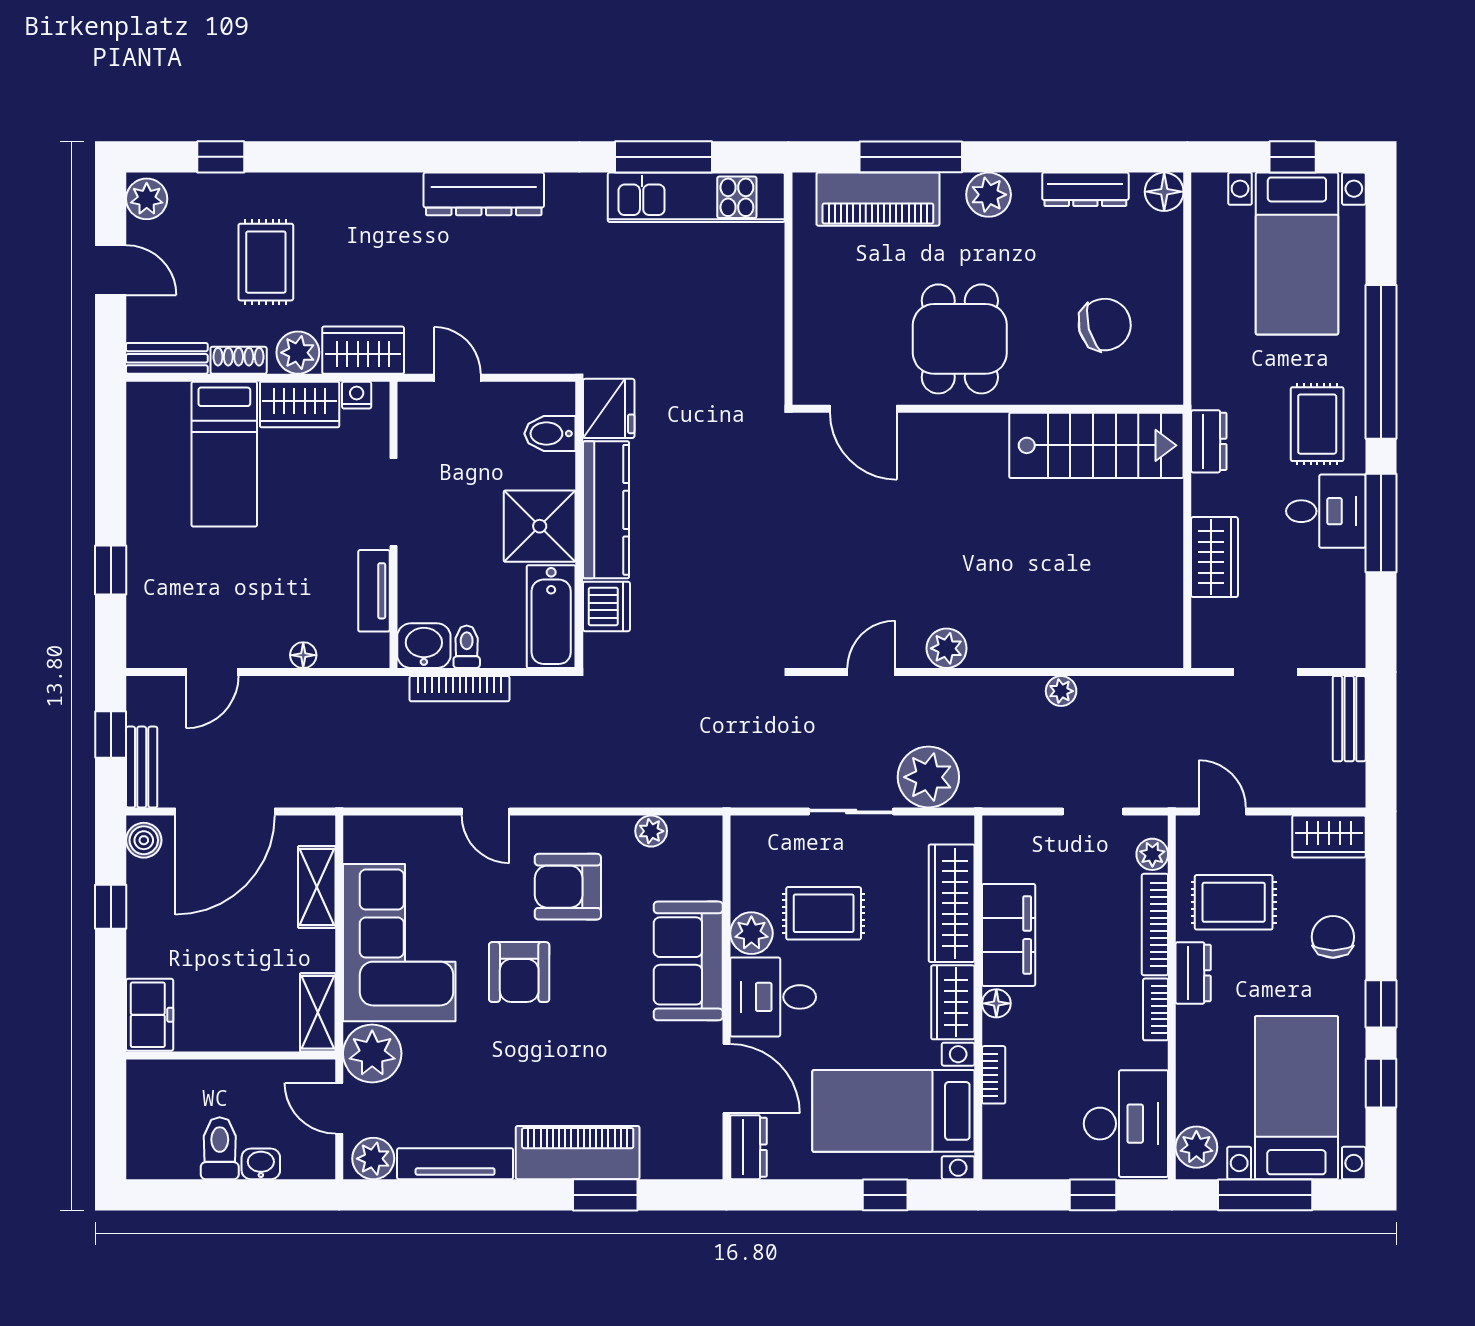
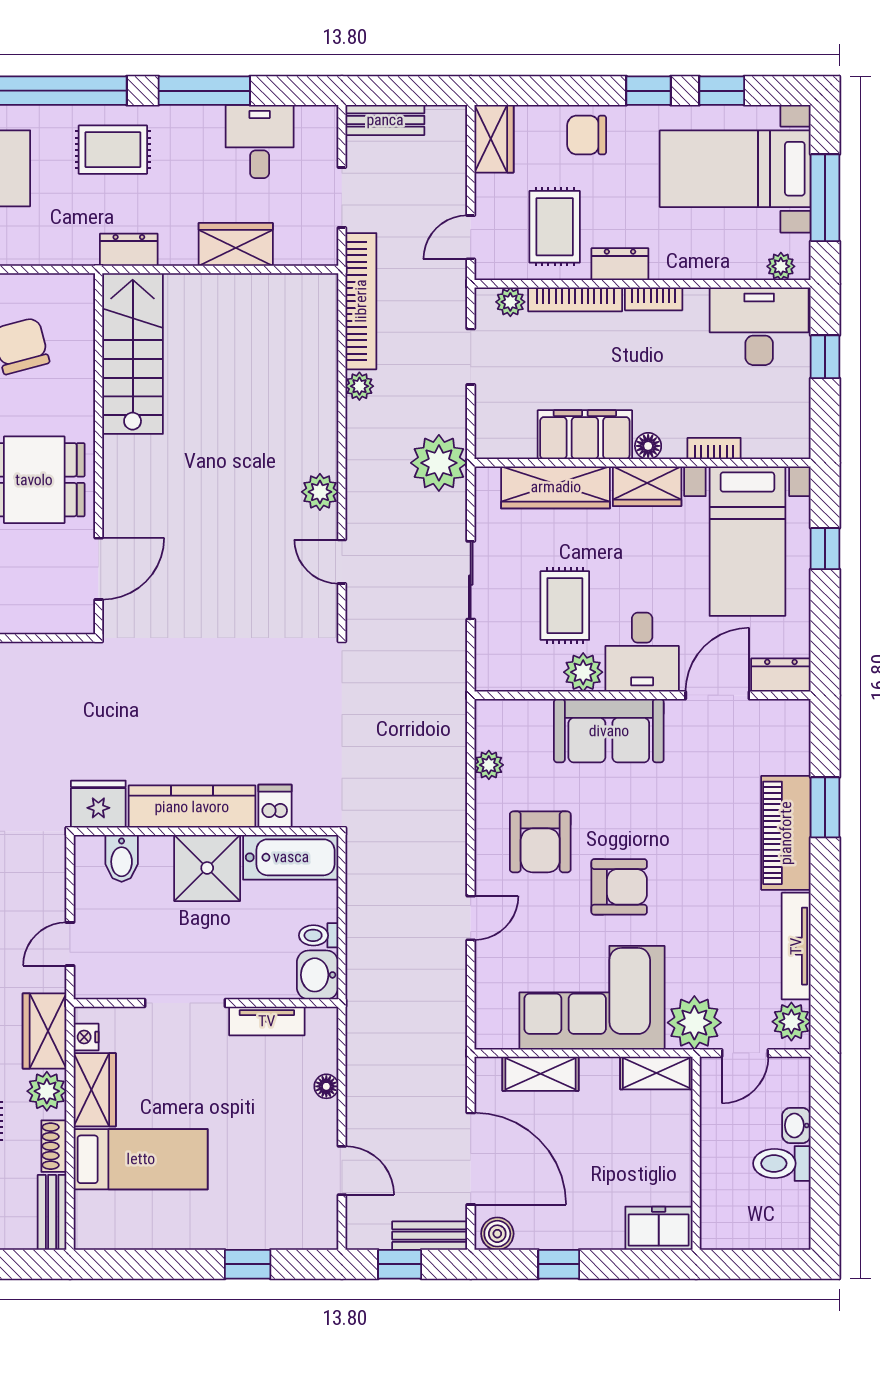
desk: (1326, 511) -> (260, 142), moved
dishwasher: (606, 606) -> (275, 806), width x0.73
bookcase: (460, 689) -> (361, 301), moved, width x1.48, depth x1.31
plant: (928, 777) -> (439, 463), moved
plant: (1196, 1147) -> (781, 266), width x0.73, depth x0.73

